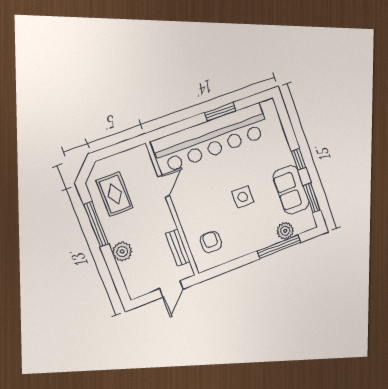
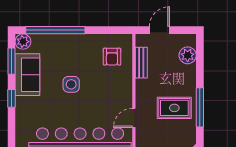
rug: (115, 194) -> (174, 108), moved, turned 90
plant: (285, 231) -> (23, 42), moved
window: (279, 247) -> (55, 30), width x1.46
plant: (122, 252) -> (188, 55), moved

